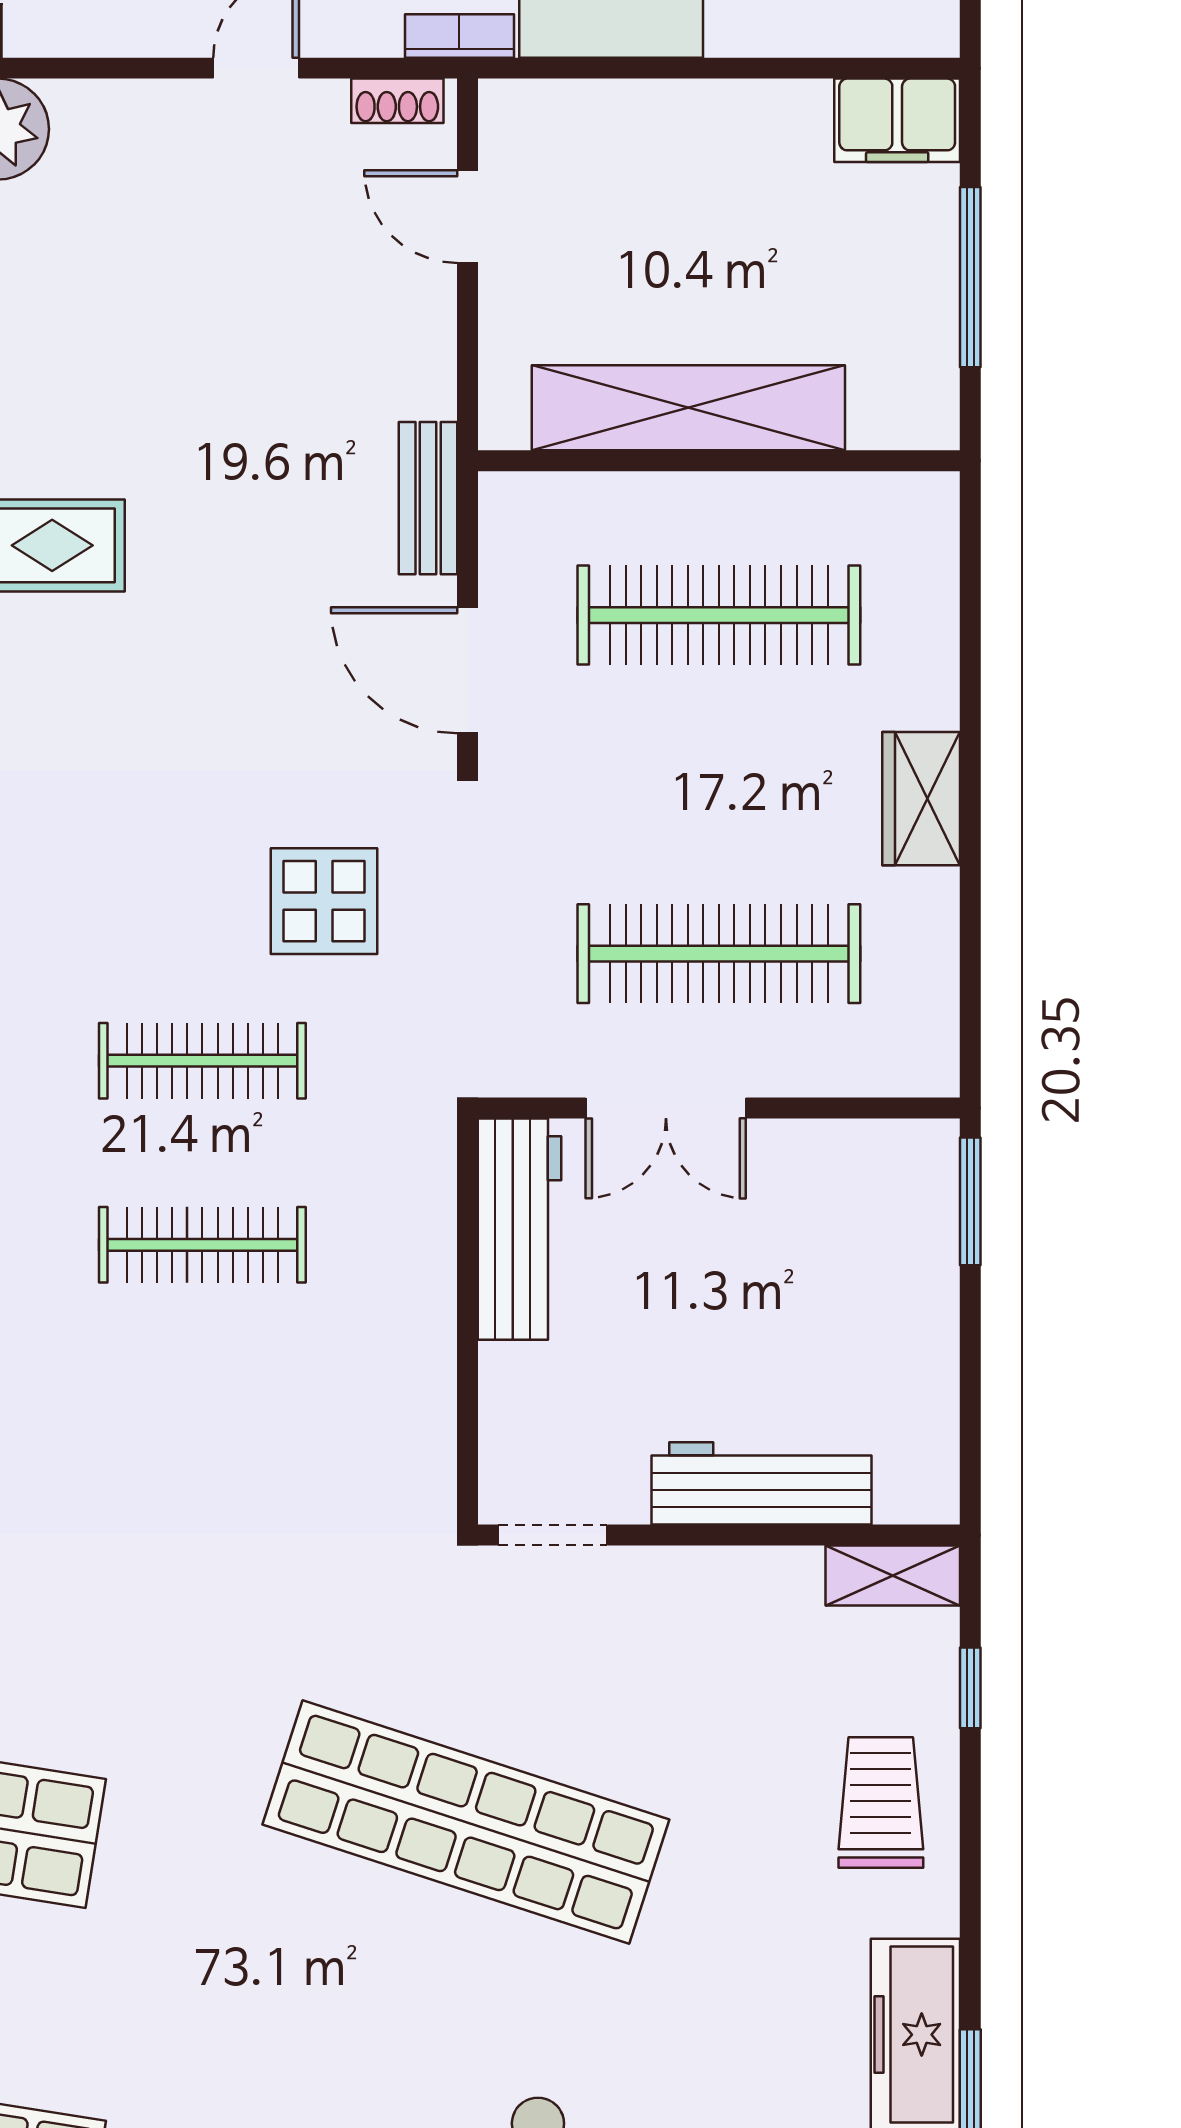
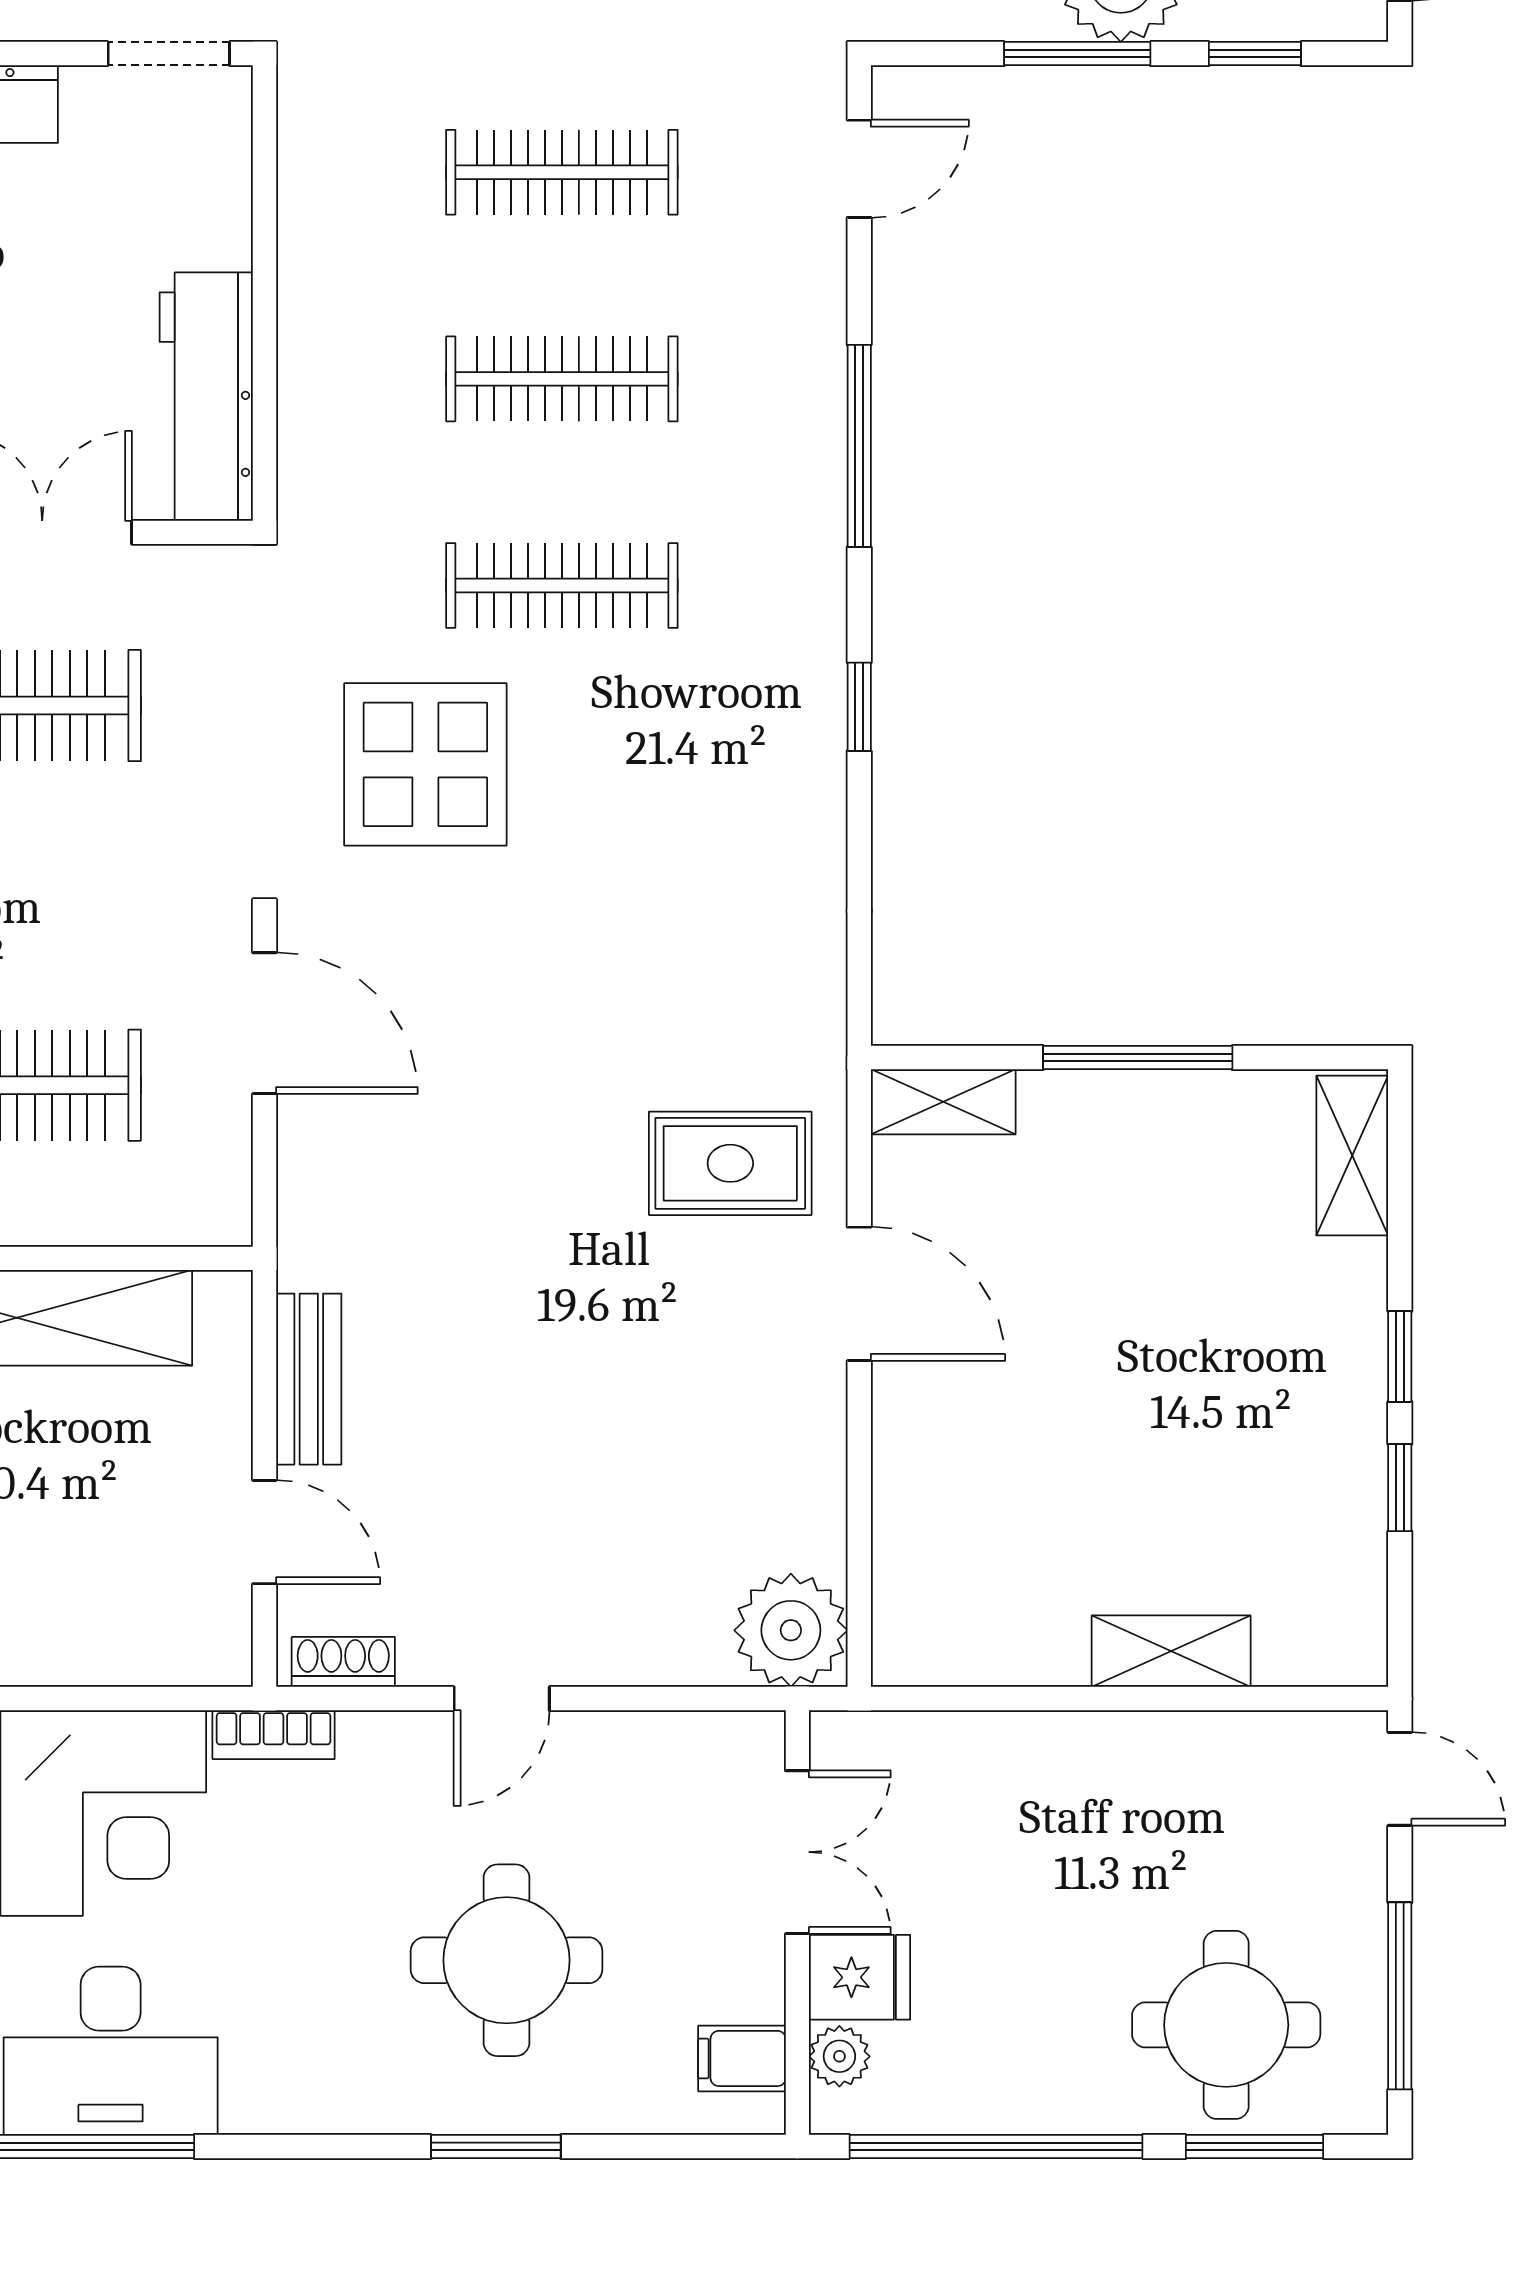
bench: (428, 498) -> (309, 1379), moved
display table: (324, 901) -> (425, 764), width x1.36, depth x1.36
clothes rail: (202, 1429) -> (562, 172), added

